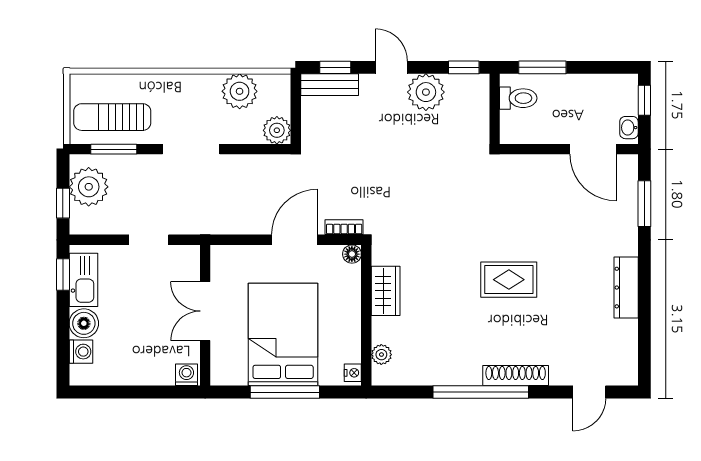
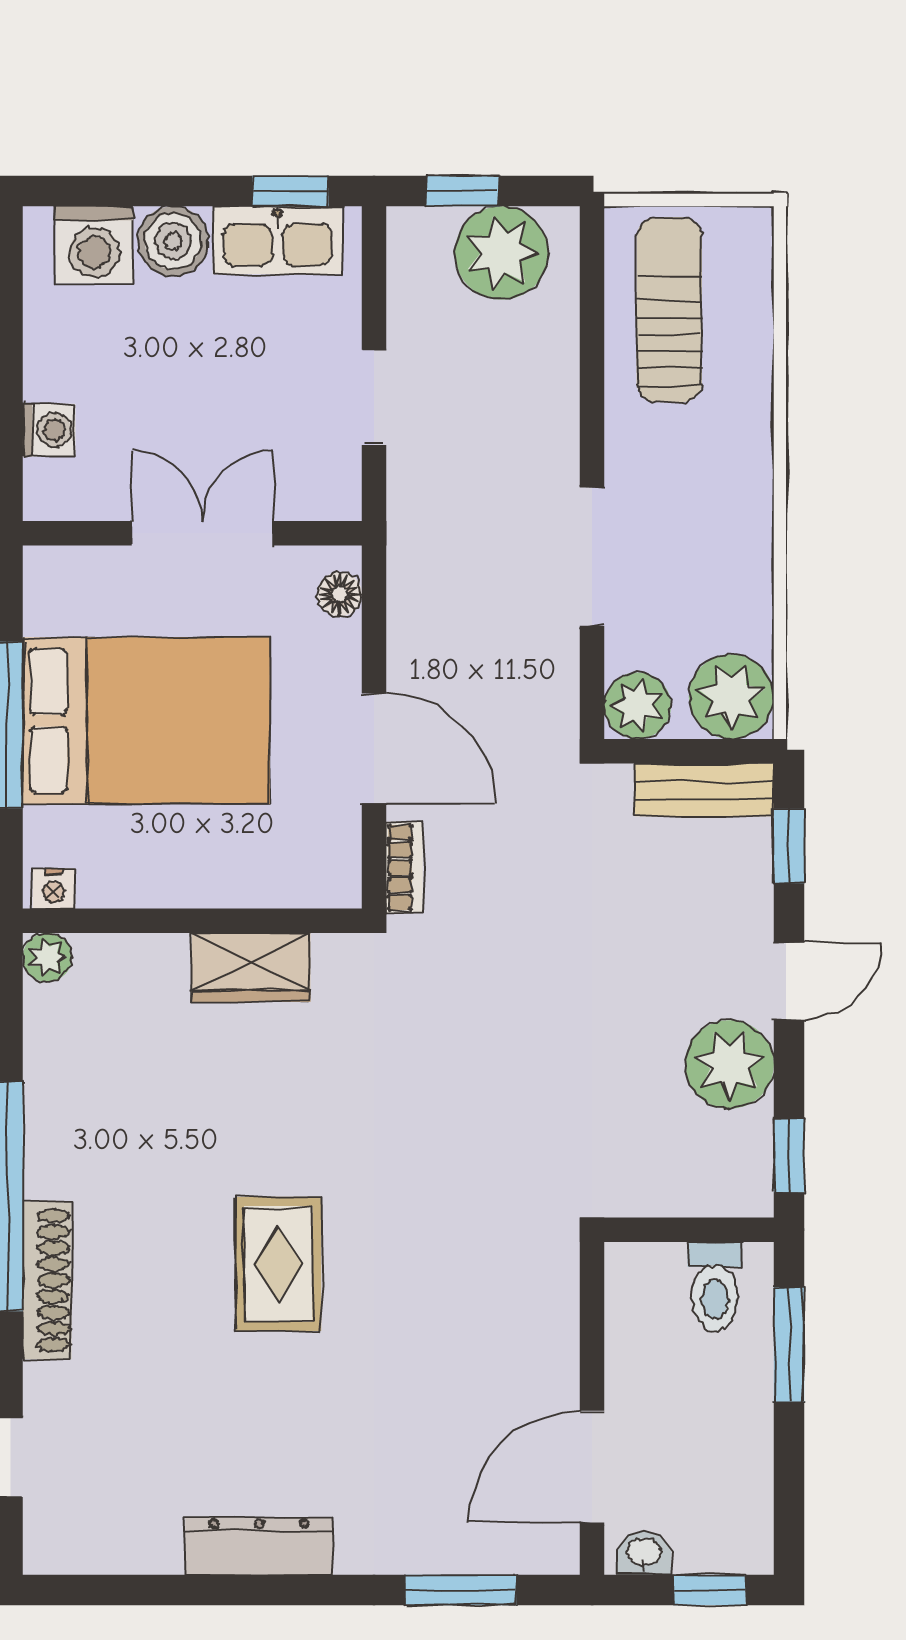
bench: (330, 85) -> (705, 790), moved, turned 90
plant: (240, 91) -> (731, 697), moved
window: (114, 149) -> (592, 313), removed
doorway: (191, 149) -> (592, 557), moved
floor lamp: (352, 254) -> (340, 594), moved
washing machine: (81, 352) -> (94, 245), width x1.38, depth x1.38
plant: (381, 355) -> (47, 957), moved
washing machine: (186, 375) -> (49, 430), moved

